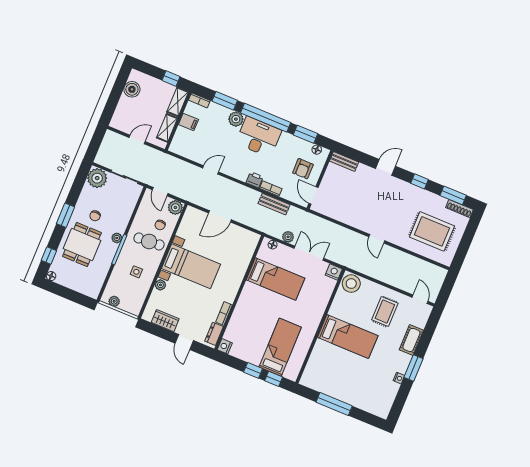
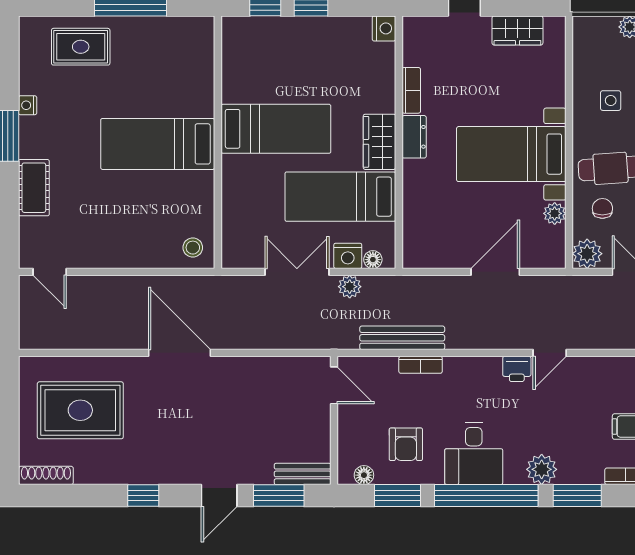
desk: (259, 137) -> (474, 454), width x0.73
armchair: (303, 169) -> (406, 444), moved, turned 180
printer: (255, 180) -> (517, 369), moved
window: (453, 195) -> (279, 496), moved
bench: (274, 204) -> (402, 338), width x1.36
door: (377, 239) -> (180, 353), width x1.87
double door: (309, 253) -> (297, 272), swing flipped
nightstand: (334, 272) -> (348, 256), moved
stool: (351, 284) -> (193, 248), width x0.53, depth x0.53
plant: (160, 285) -> (555, 213), moved
wardrobe: (248, 296) -> (379, 142), added
rug: (385, 312) -> (81, 47), moved, turned 90
dresser: (214, 334) -> (414, 137), moved
bed: (280, 347) -> (276, 129), moved, turned -90

